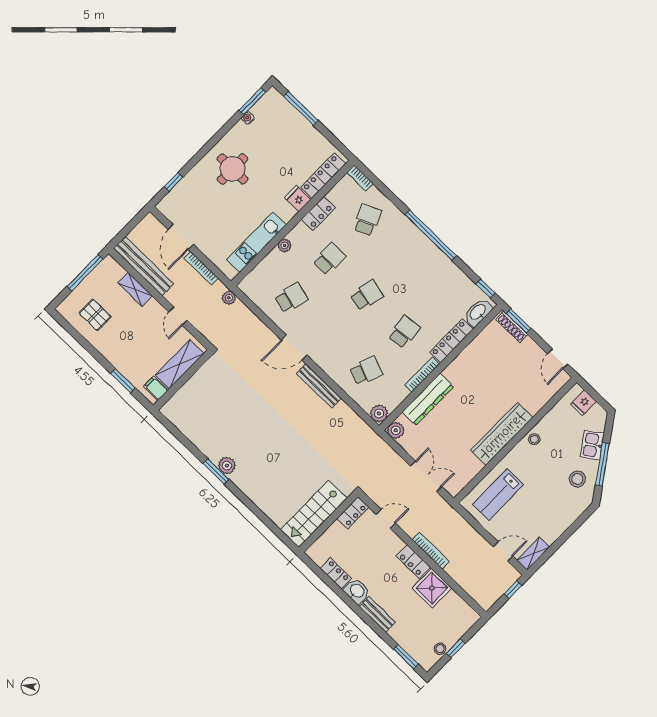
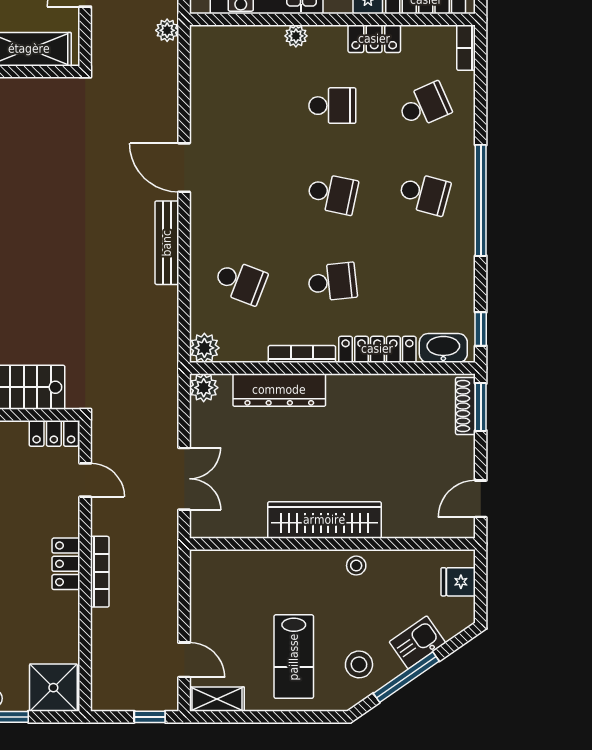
school desk: (291, 298) -> (424, 194), moved
lab bench: (498, 494) -> (294, 657), moved, turned -90
shower: (432, 588) -> (53, 688), moved

